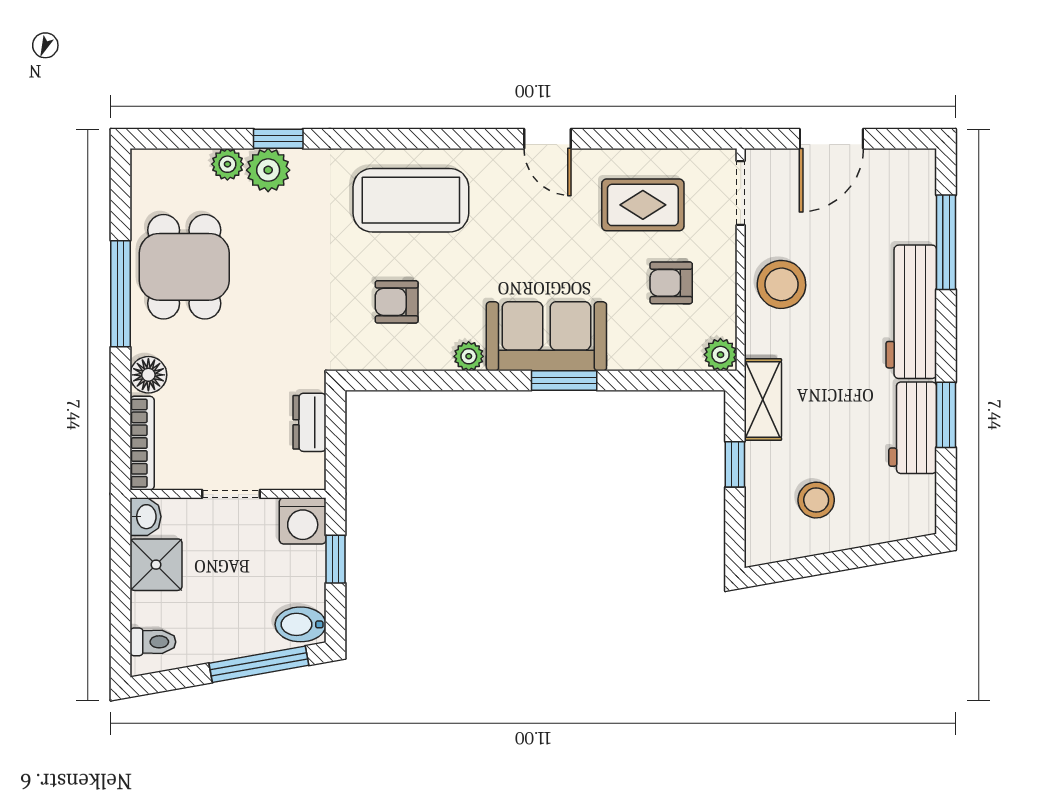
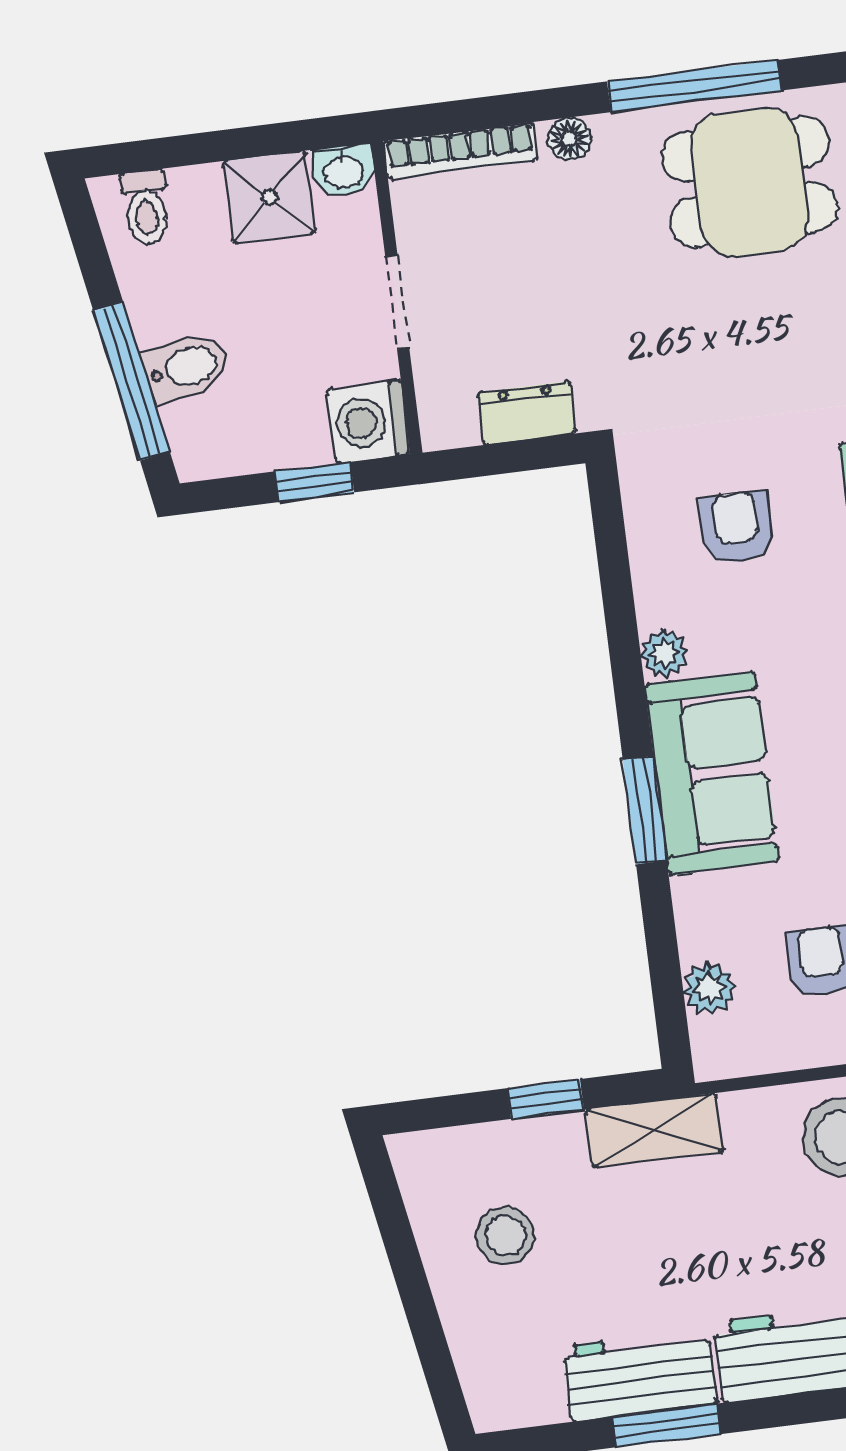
plant: (720, 355) -> (709, 989), moved
floor lamp: (148, 375) -> (569, 139), width x0.73, depth x0.73
bidet: (301, 624) -> (186, 367), moved, turned 80

